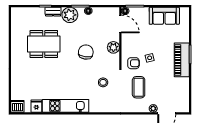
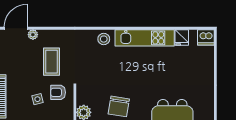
stool: (103, 82) -> (104, 39), moved

